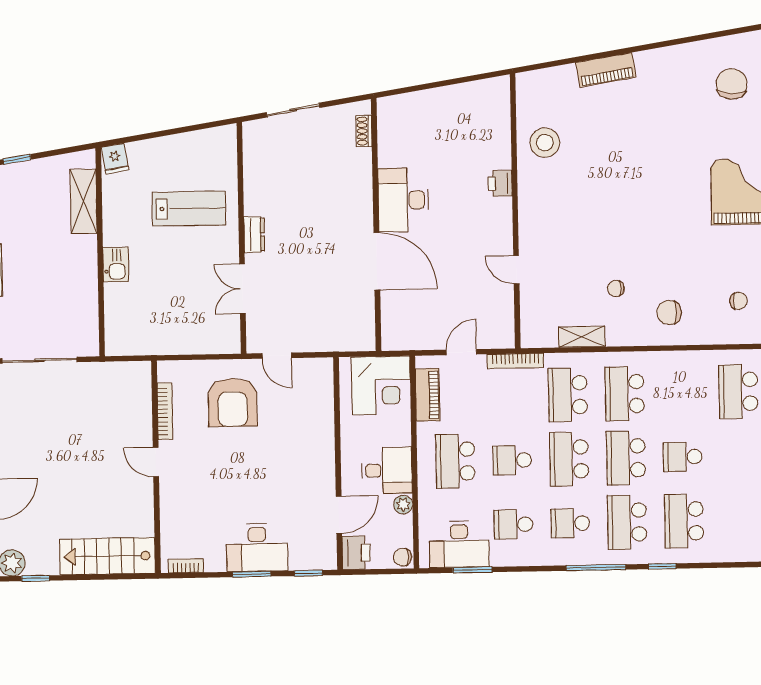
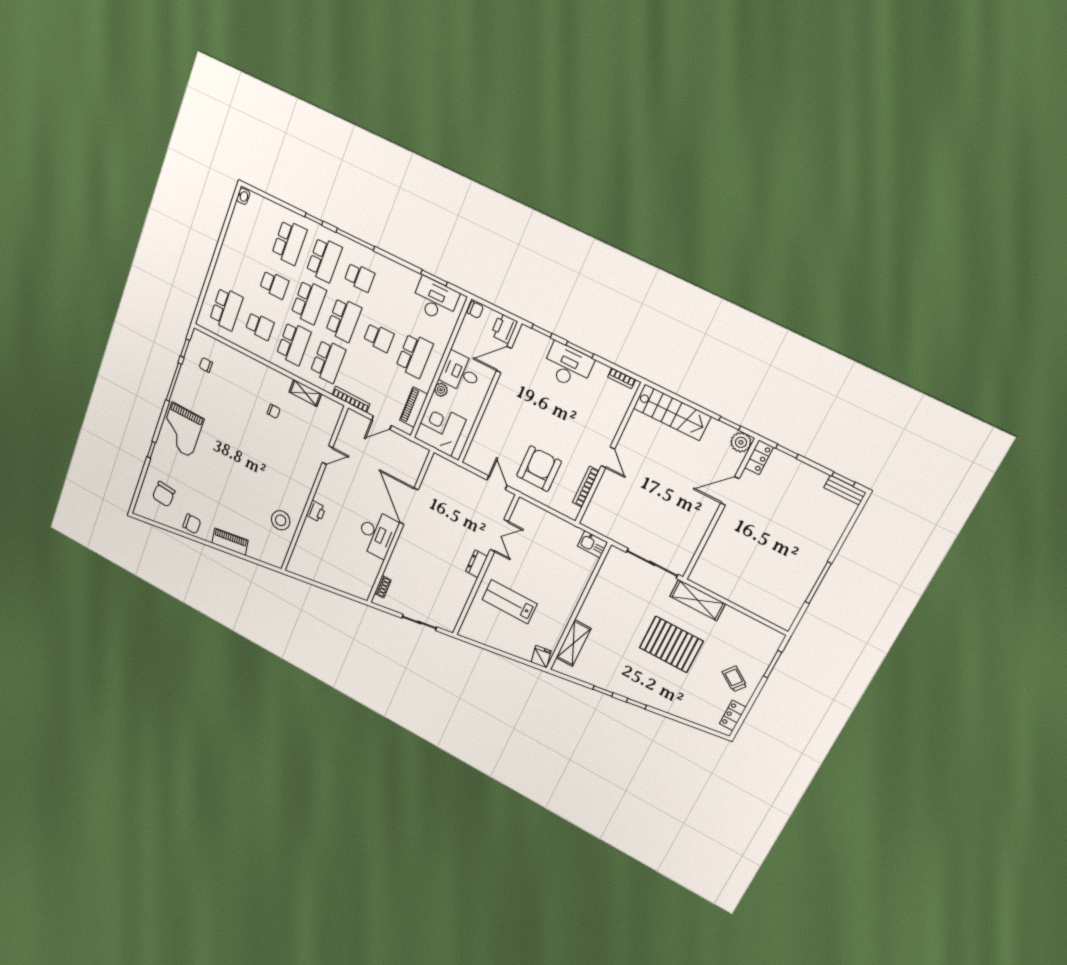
kitchen sink: (116, 264) -> (592, 544), moved, turned -90
door: (516, 270) -> (328, 455), hinge flipped
chair: (669, 312) -> (192, 524), moved
plant: (403, 505) -> (441, 390), moved
school desk: (513, 524) -> (260, 326), moved

